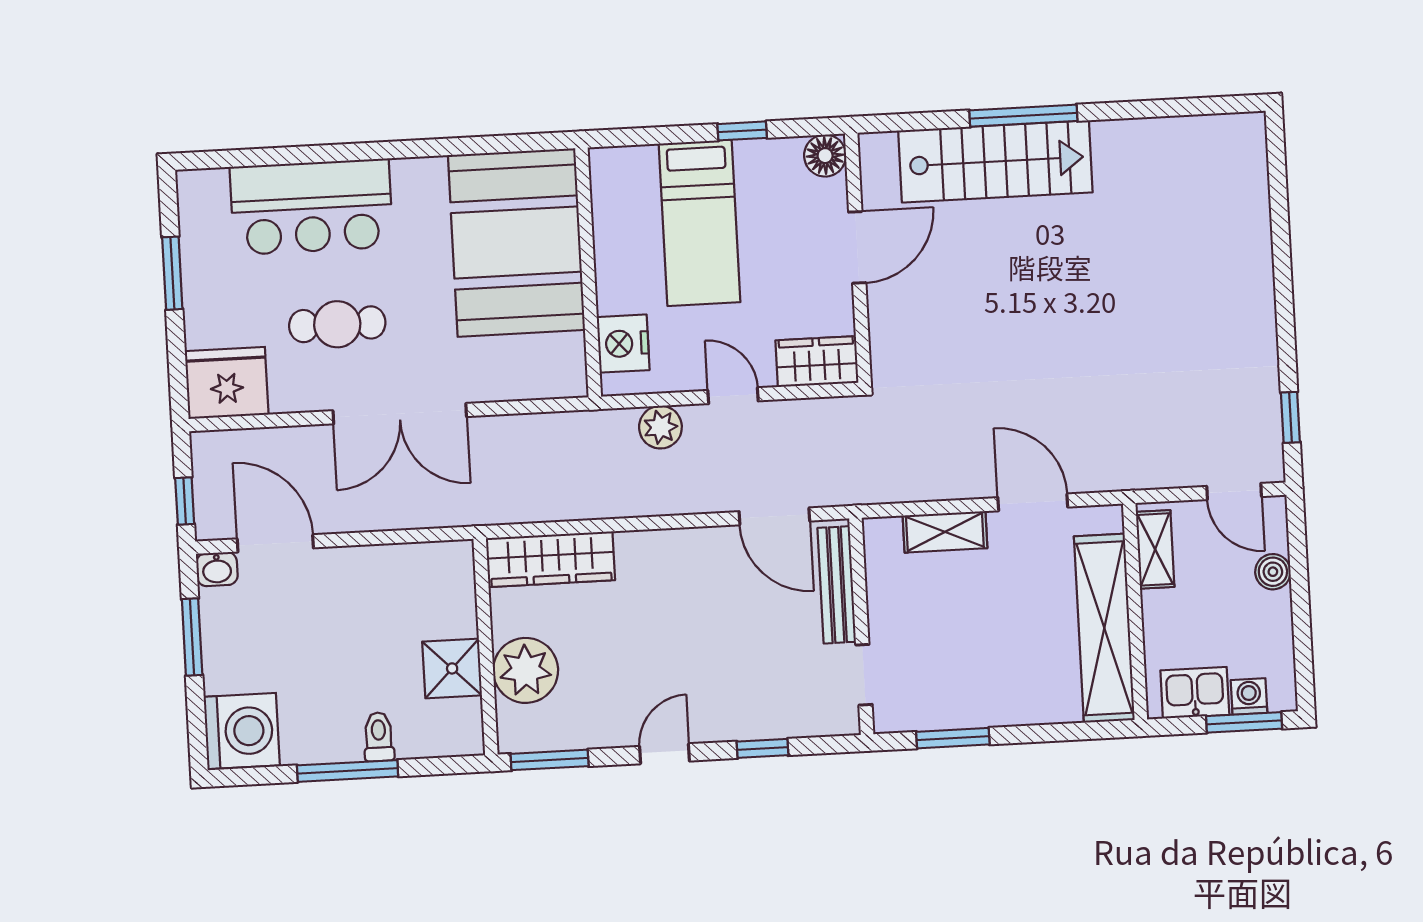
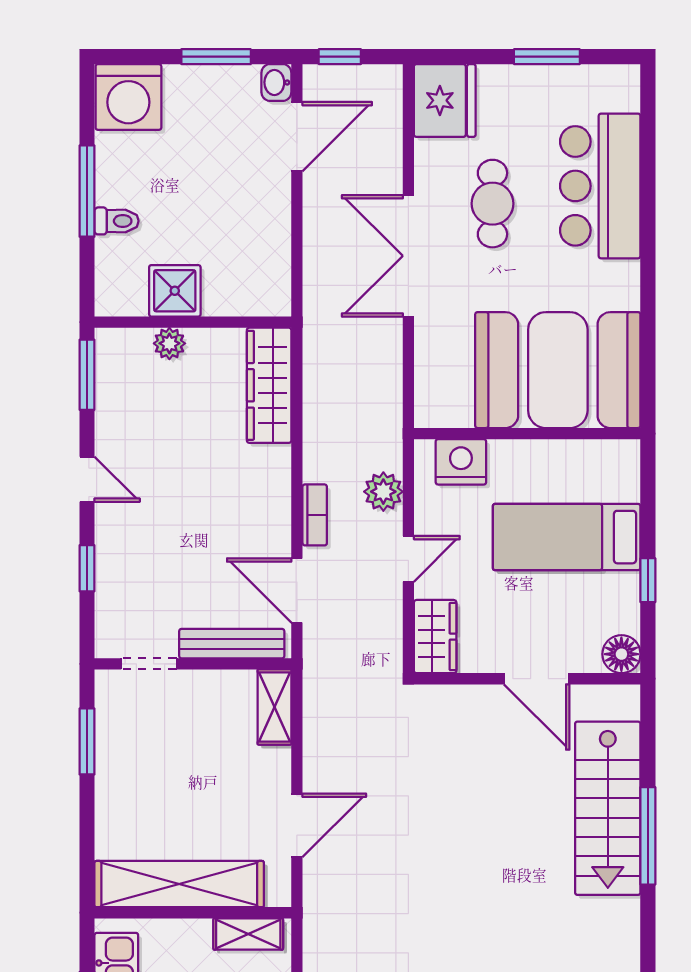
bookcase: (690, 501) -> (315, 515), added
door: (774, 516) -> (297, 590), hinge flipped
shelving: (945, 532) -> (274, 707), moved
plant: (526, 670) -> (169, 343), width x0.53, depth x0.53

